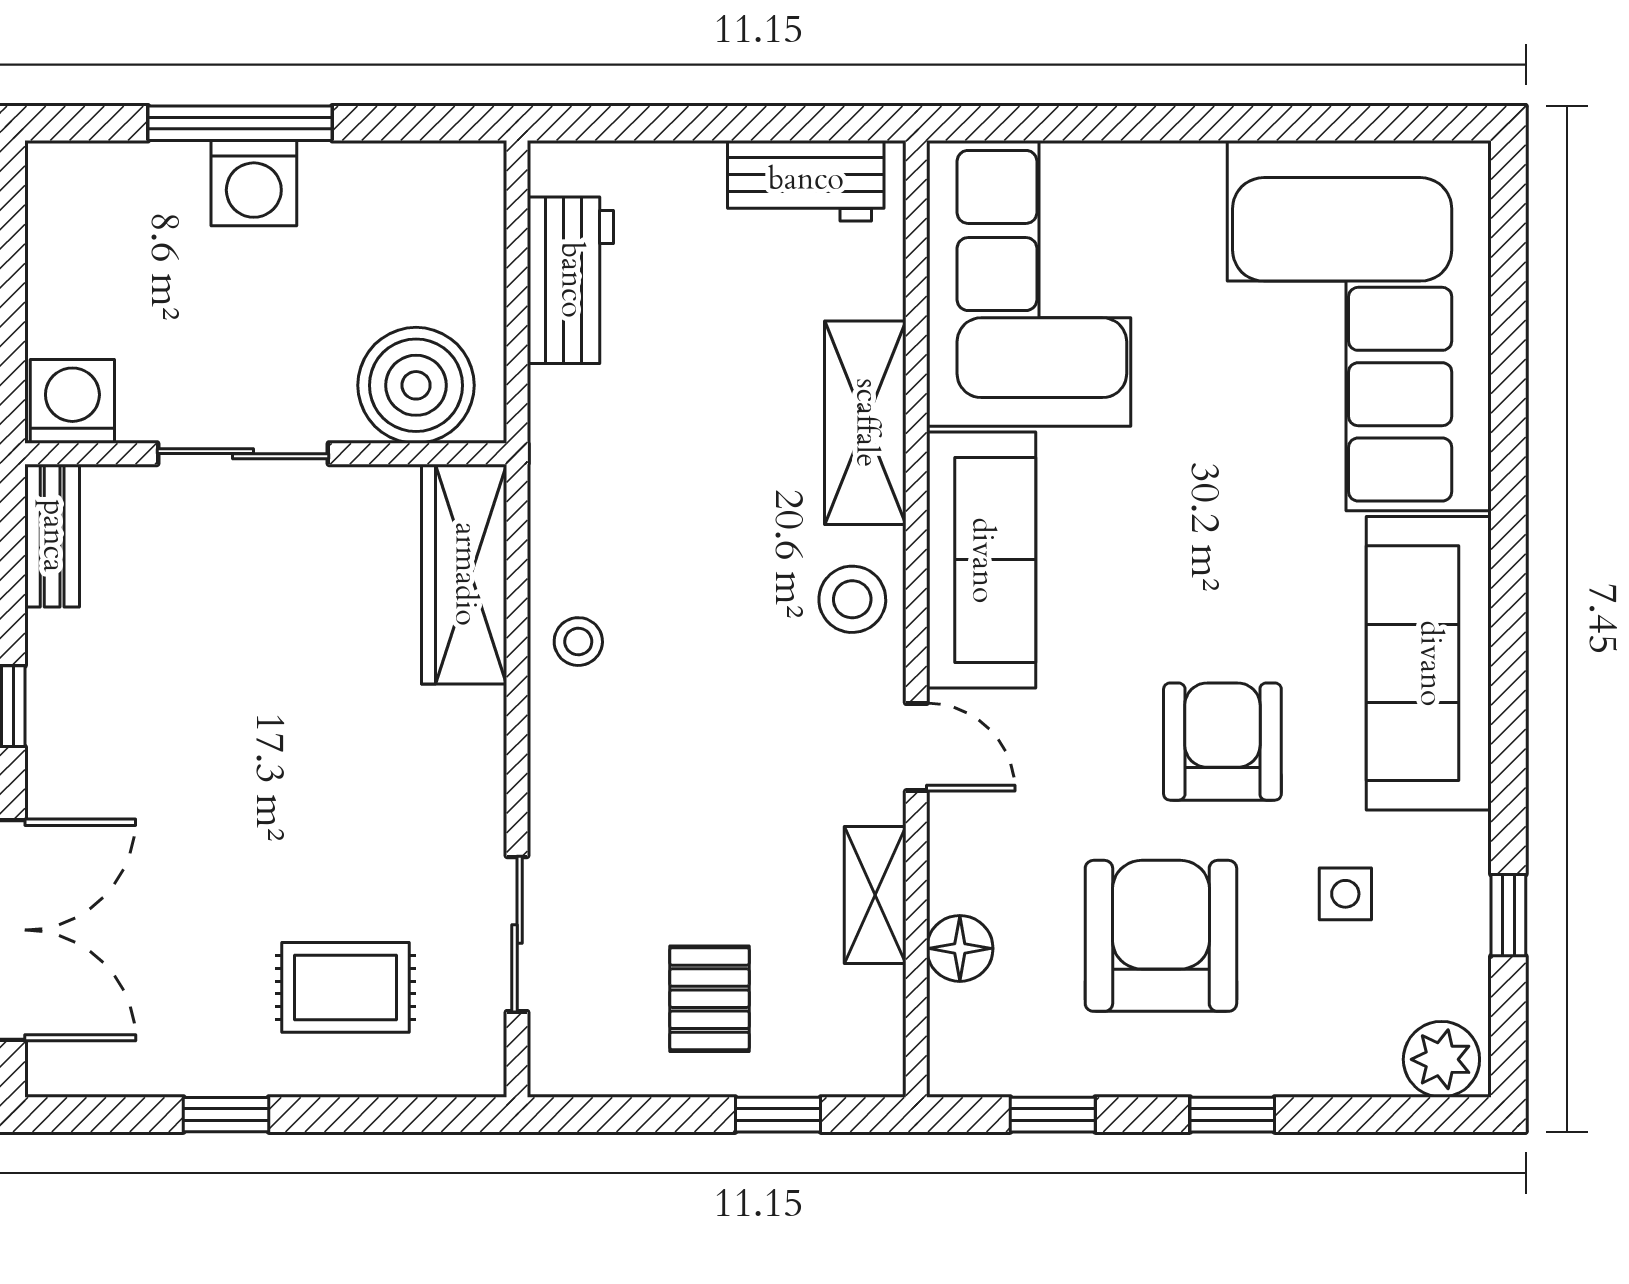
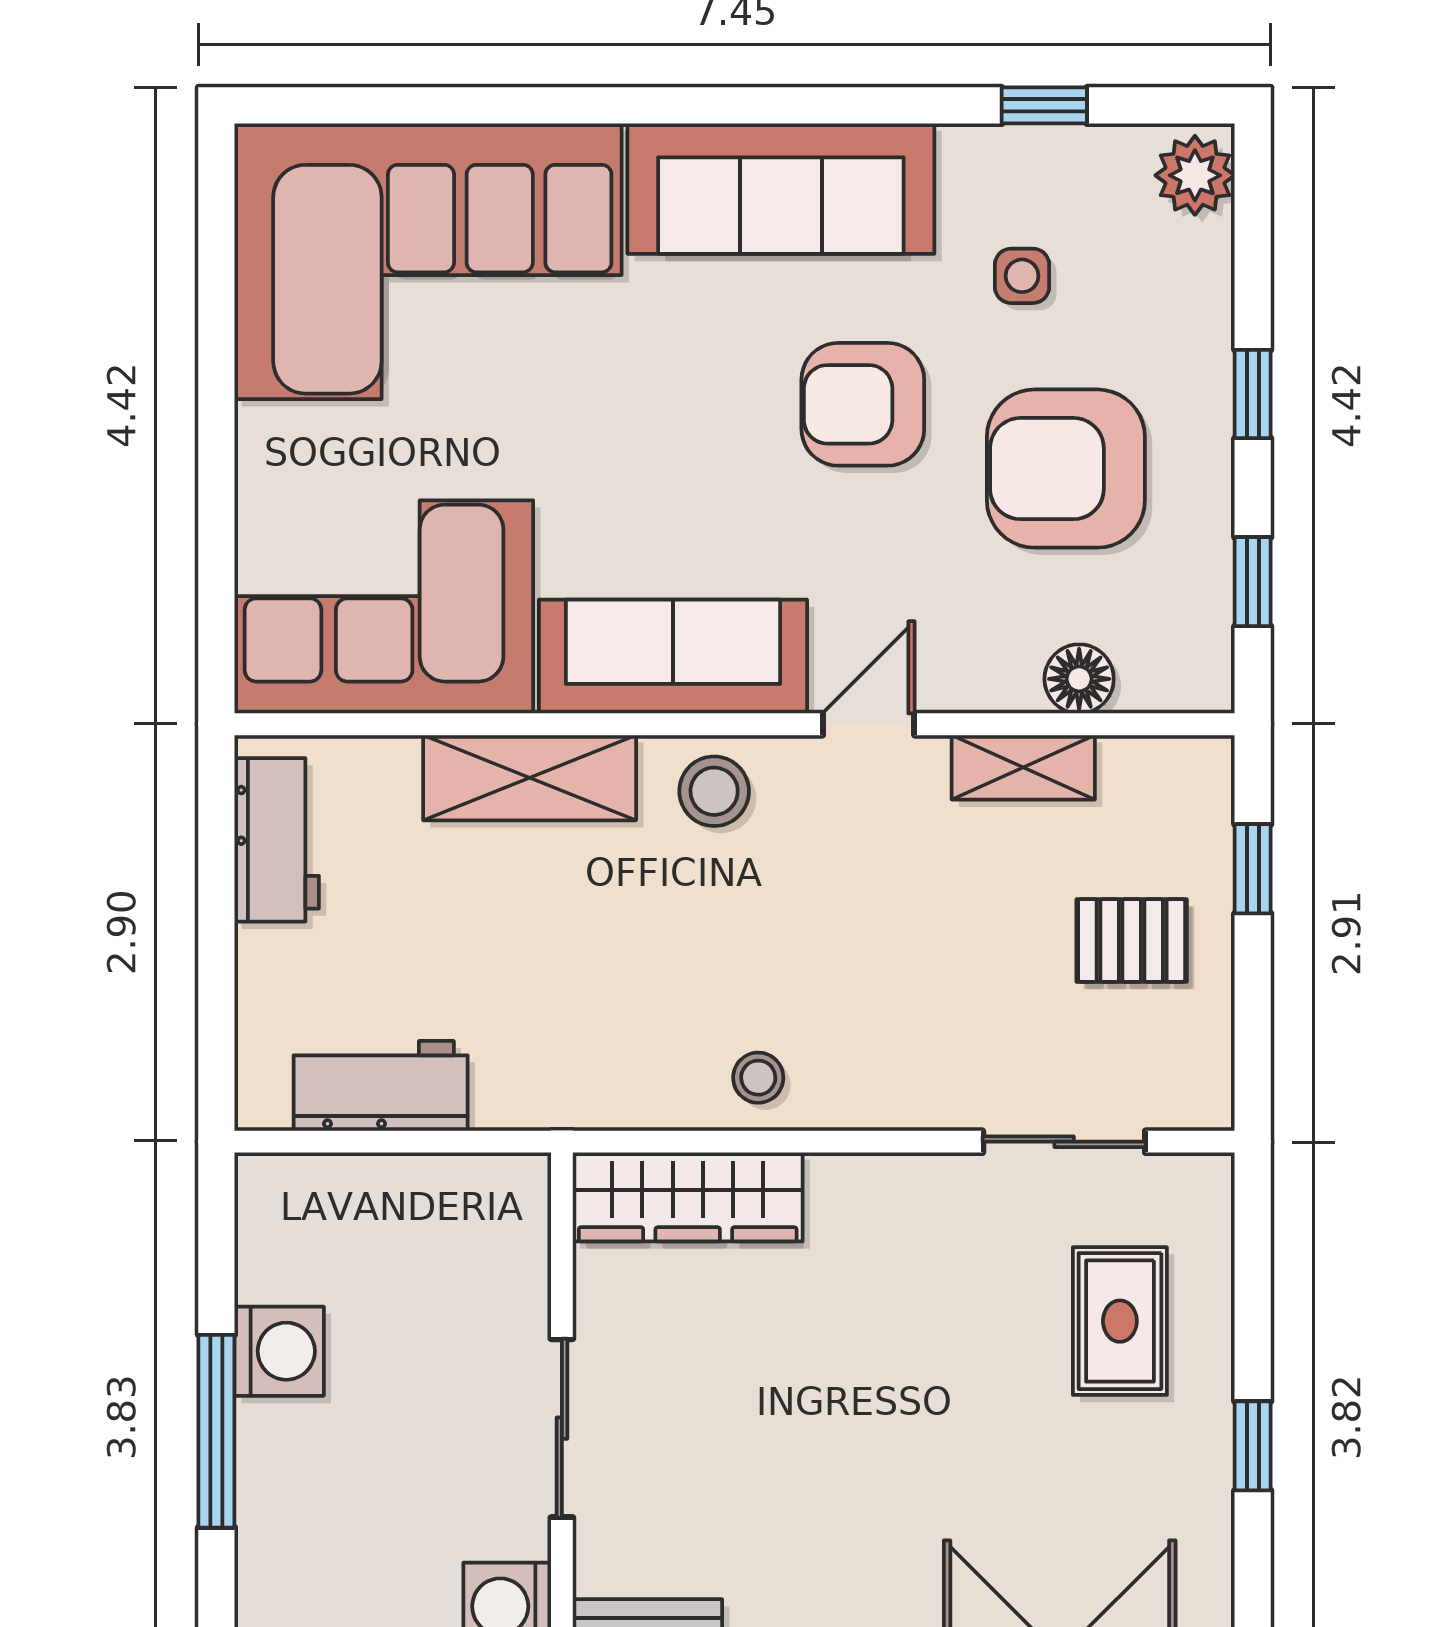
washing machine: (254, 183) -> (279, 1351), moved
boiler: (416, 385) -> (490, 1247), removed

